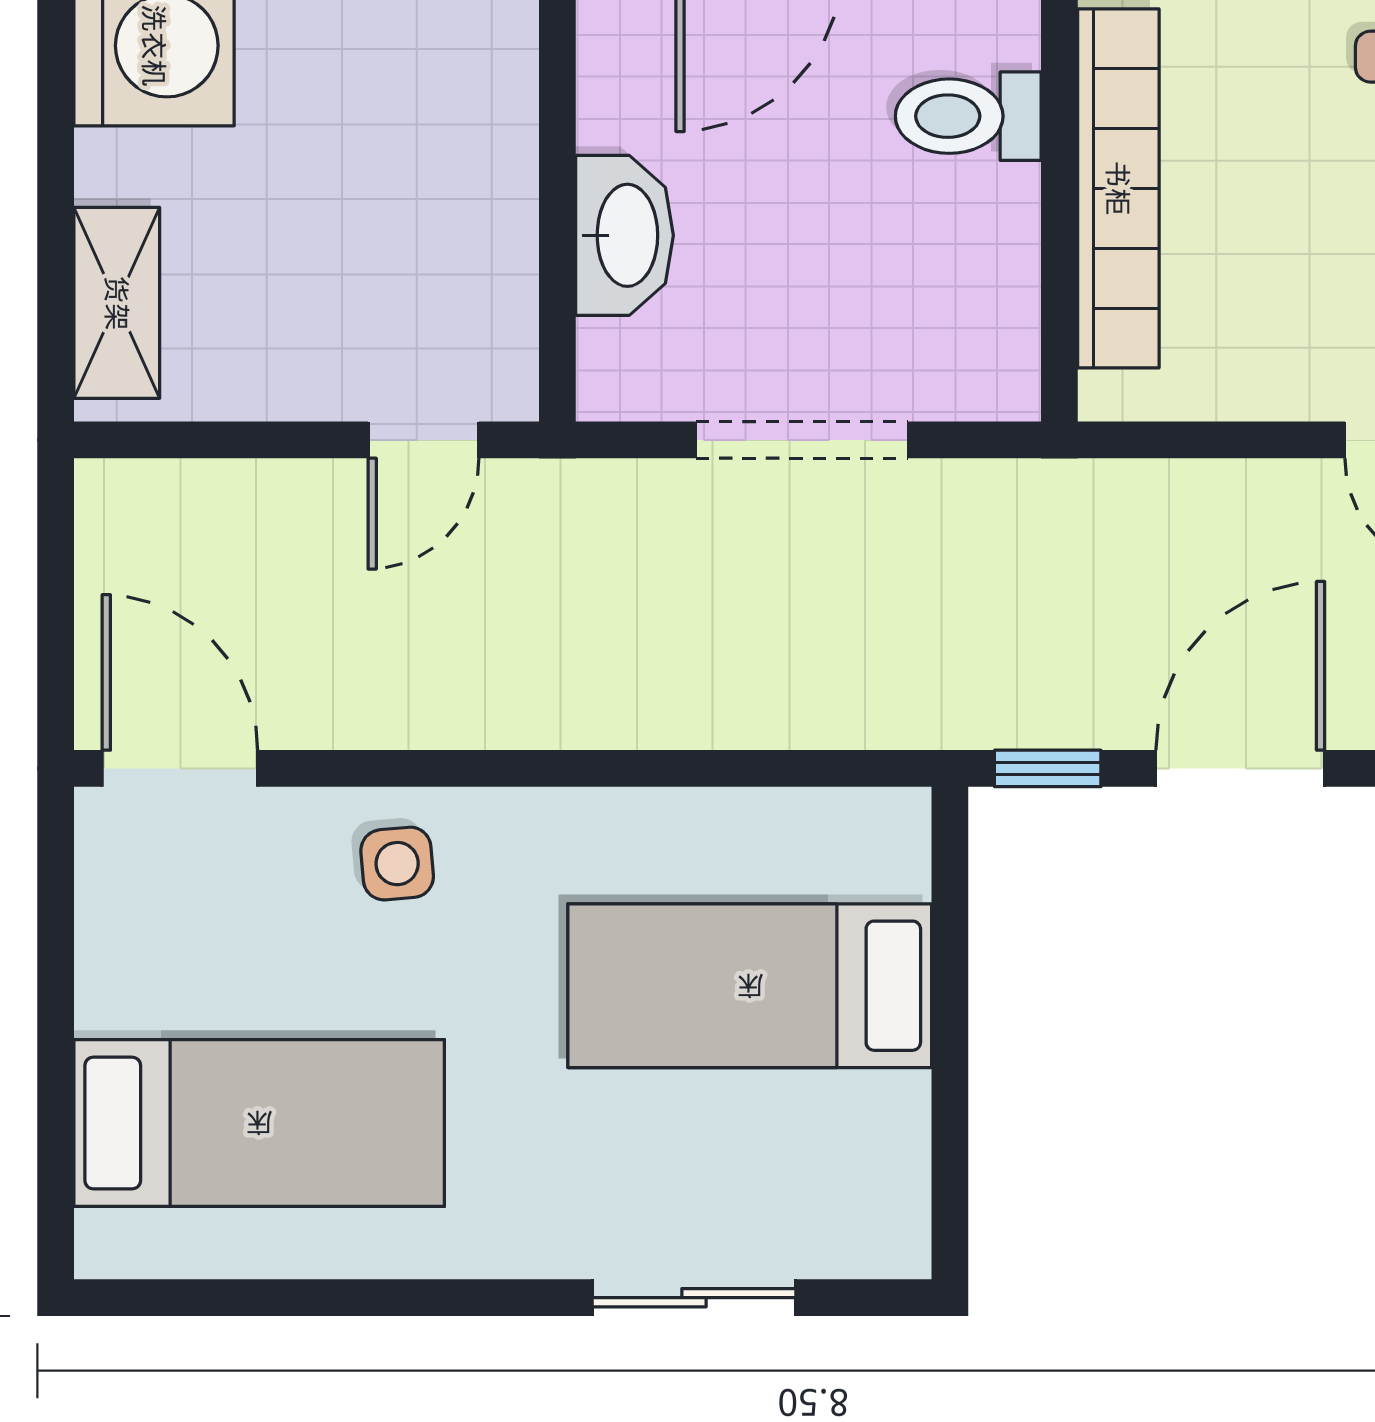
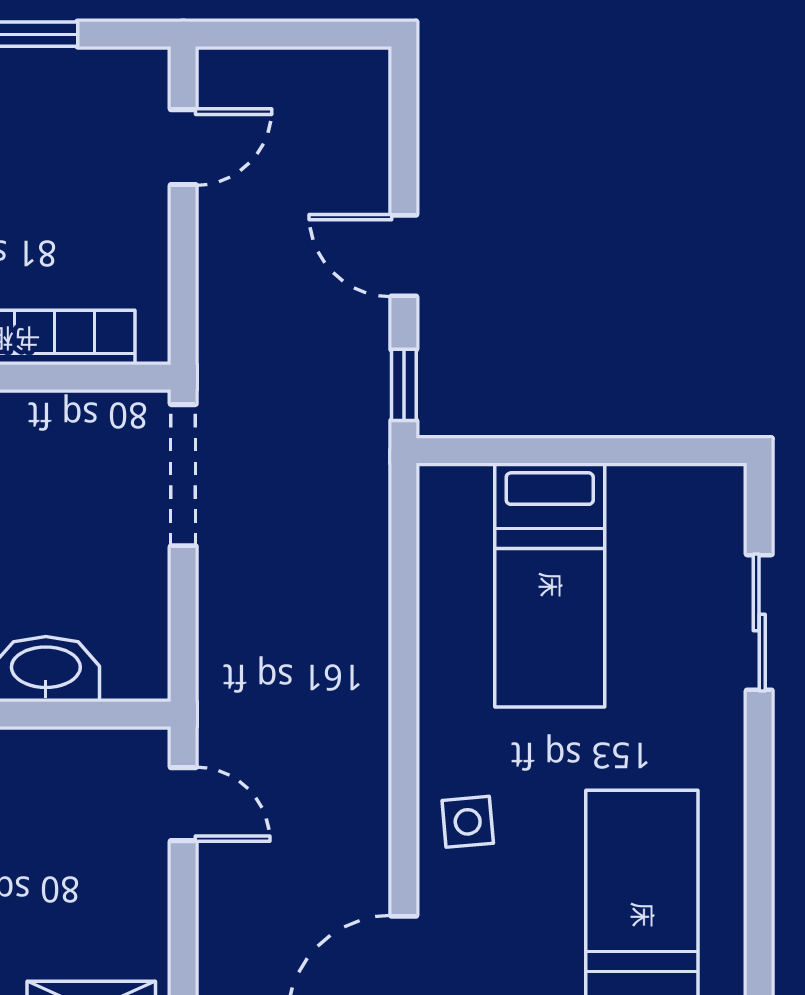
doorway: (802, 440) -> (183, 475), moved
door: (1240, 768) -> (404, 256), width x0.73

